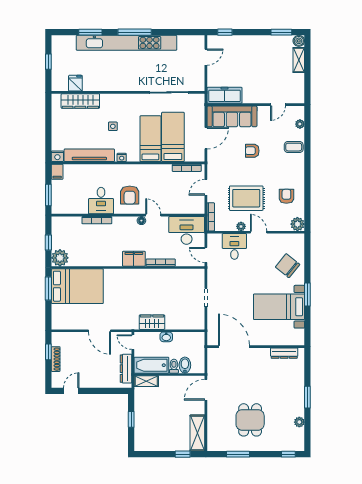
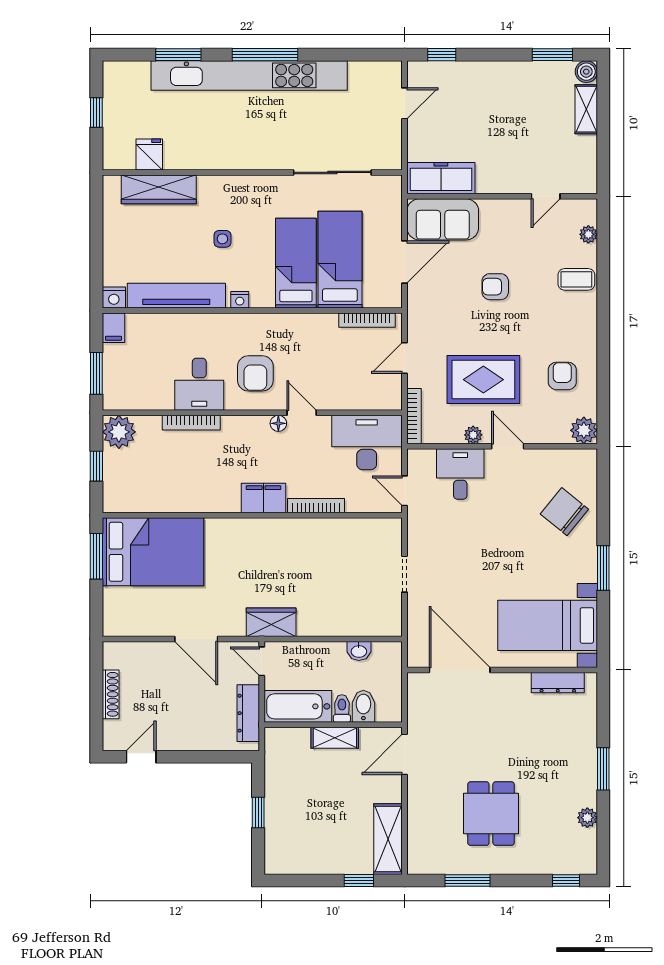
sofa: (232, 116) -> (443, 219), width x0.73
plant: (60, 258) -> (119, 432), moved
bed with nightstands: (279, 307) -> (548, 625), moved
wardrobe: (152, 322) -> (271, 622), moved
washbasin: (166, 337) -> (359, 651), moved
window: (48, 352) -> (96, 680), removed
shelving: (146, 381) -> (335, 738), moved

